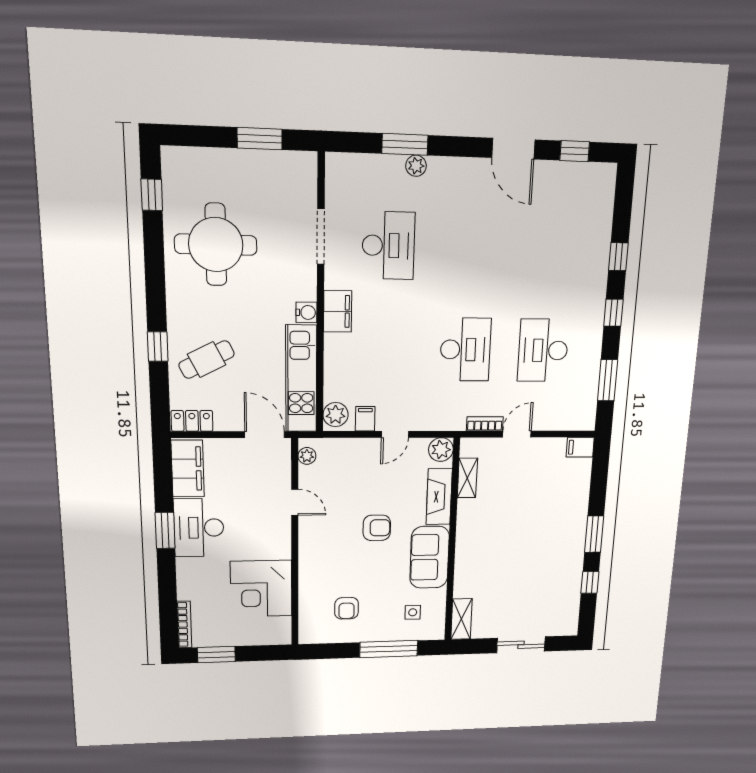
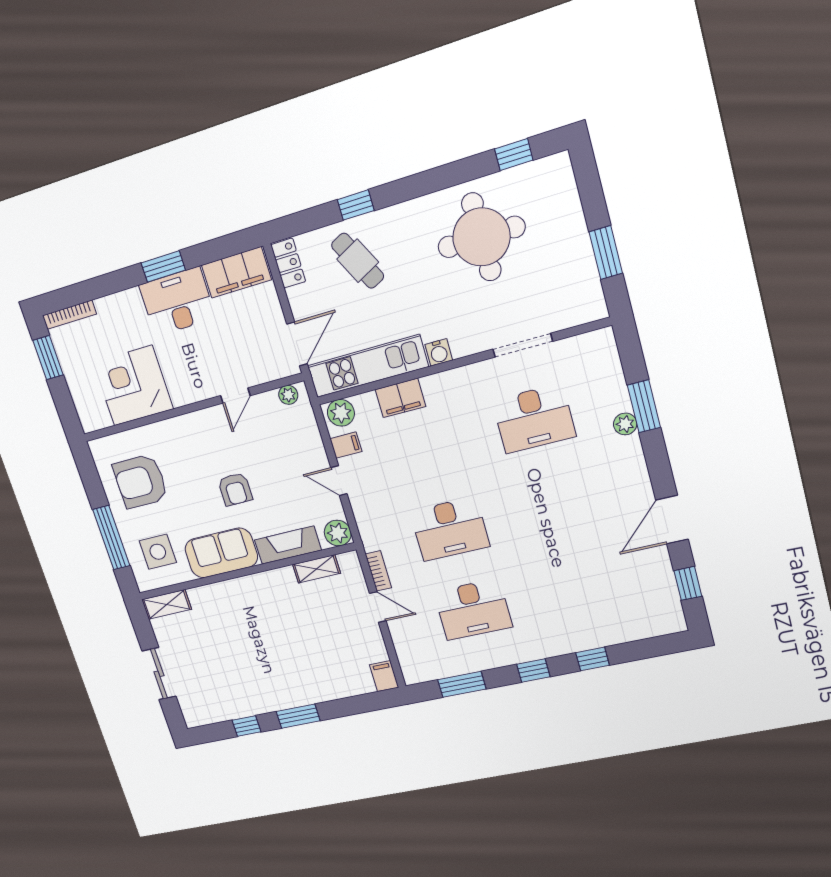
filing cabinet: (338, 311) -> (400, 398), moved
desk: (543, 350) -> (473, 609), turned 180
armchair: (347, 608) -> (140, 481), width x1.88, depth x1.88
side table: (413, 612) -> (158, 552), width x1.87, depth x1.87

